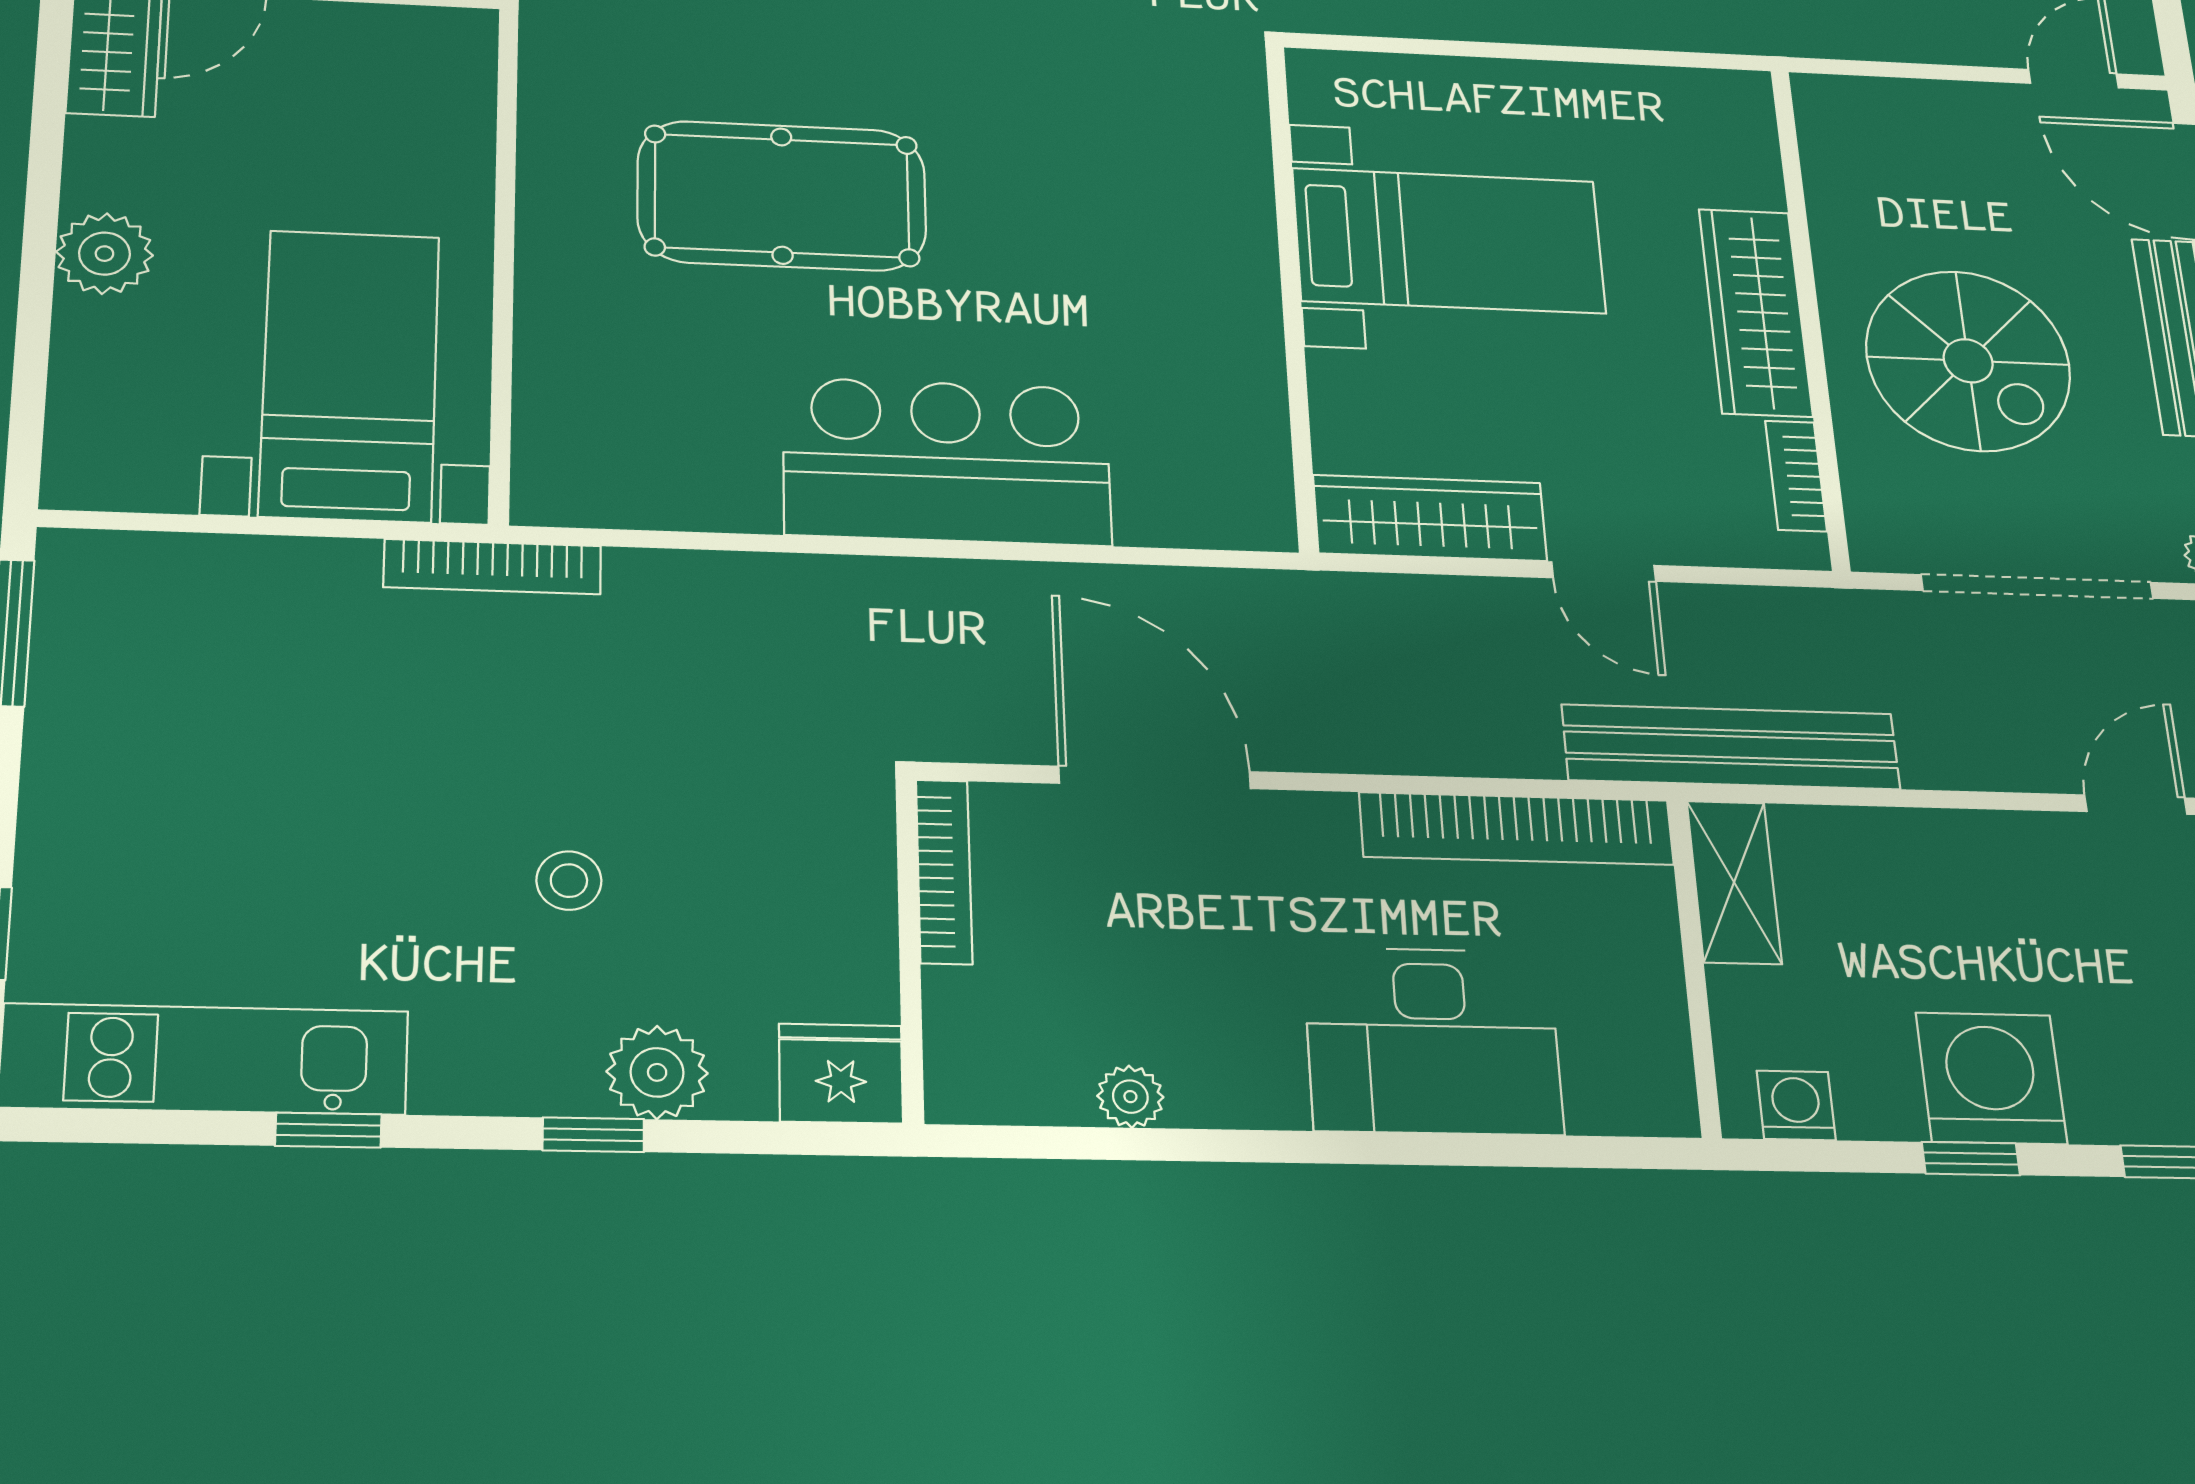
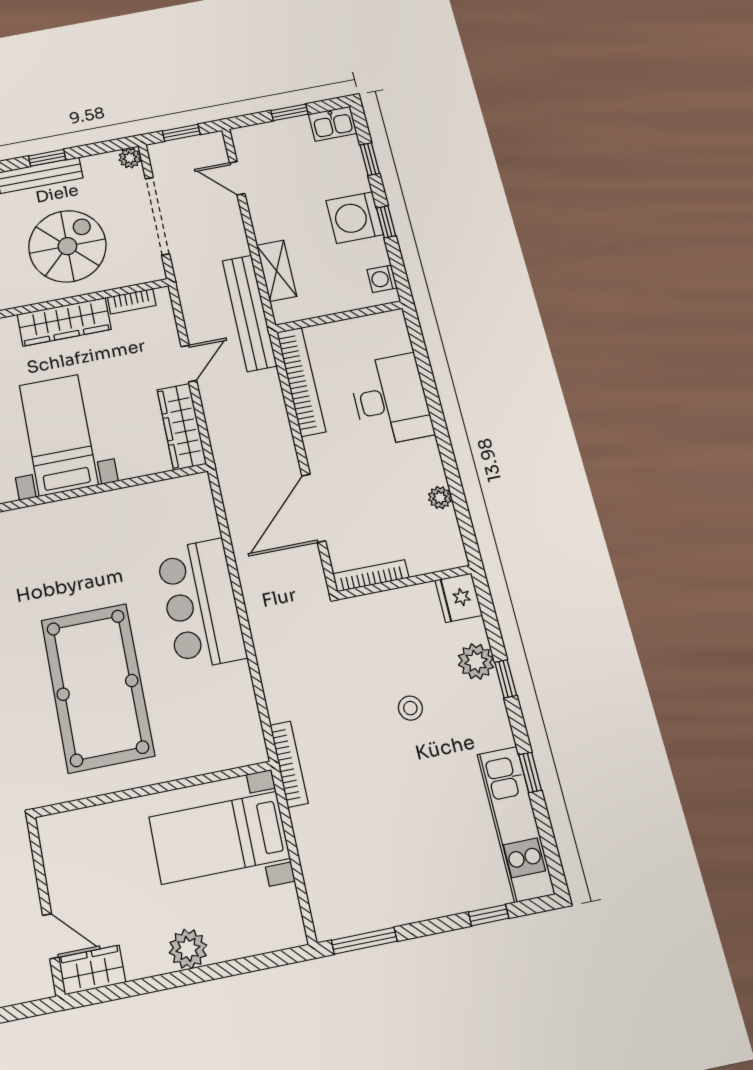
pool table: (782, 196) -> (97, 687), width x1.36, depth x1.32
shelving: (1734, 882) -> (277, 271), moved, turned 90

